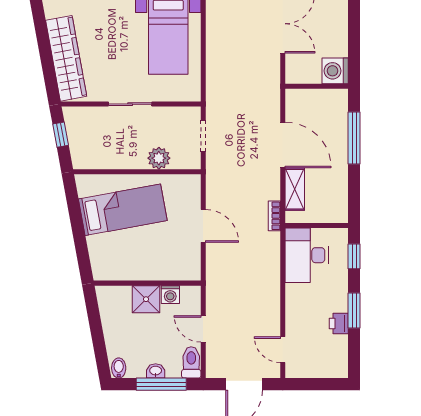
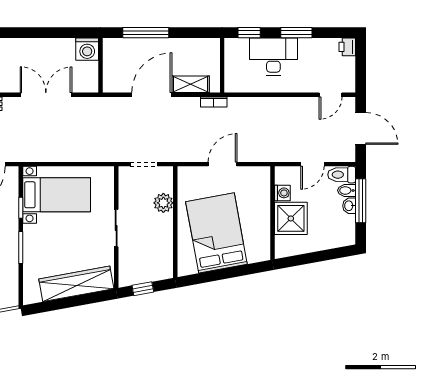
bed: (123, 210) -> (216, 233), width x1.50
desk: (307, 255) -> (273, 57), moved, turned 180
shower: (146, 299) -> (291, 218), width x1.36, depth x1.36
printer: (339, 324) -> (347, 47), moved, turned 90
bidet: (119, 368) -> (347, 190), moved

